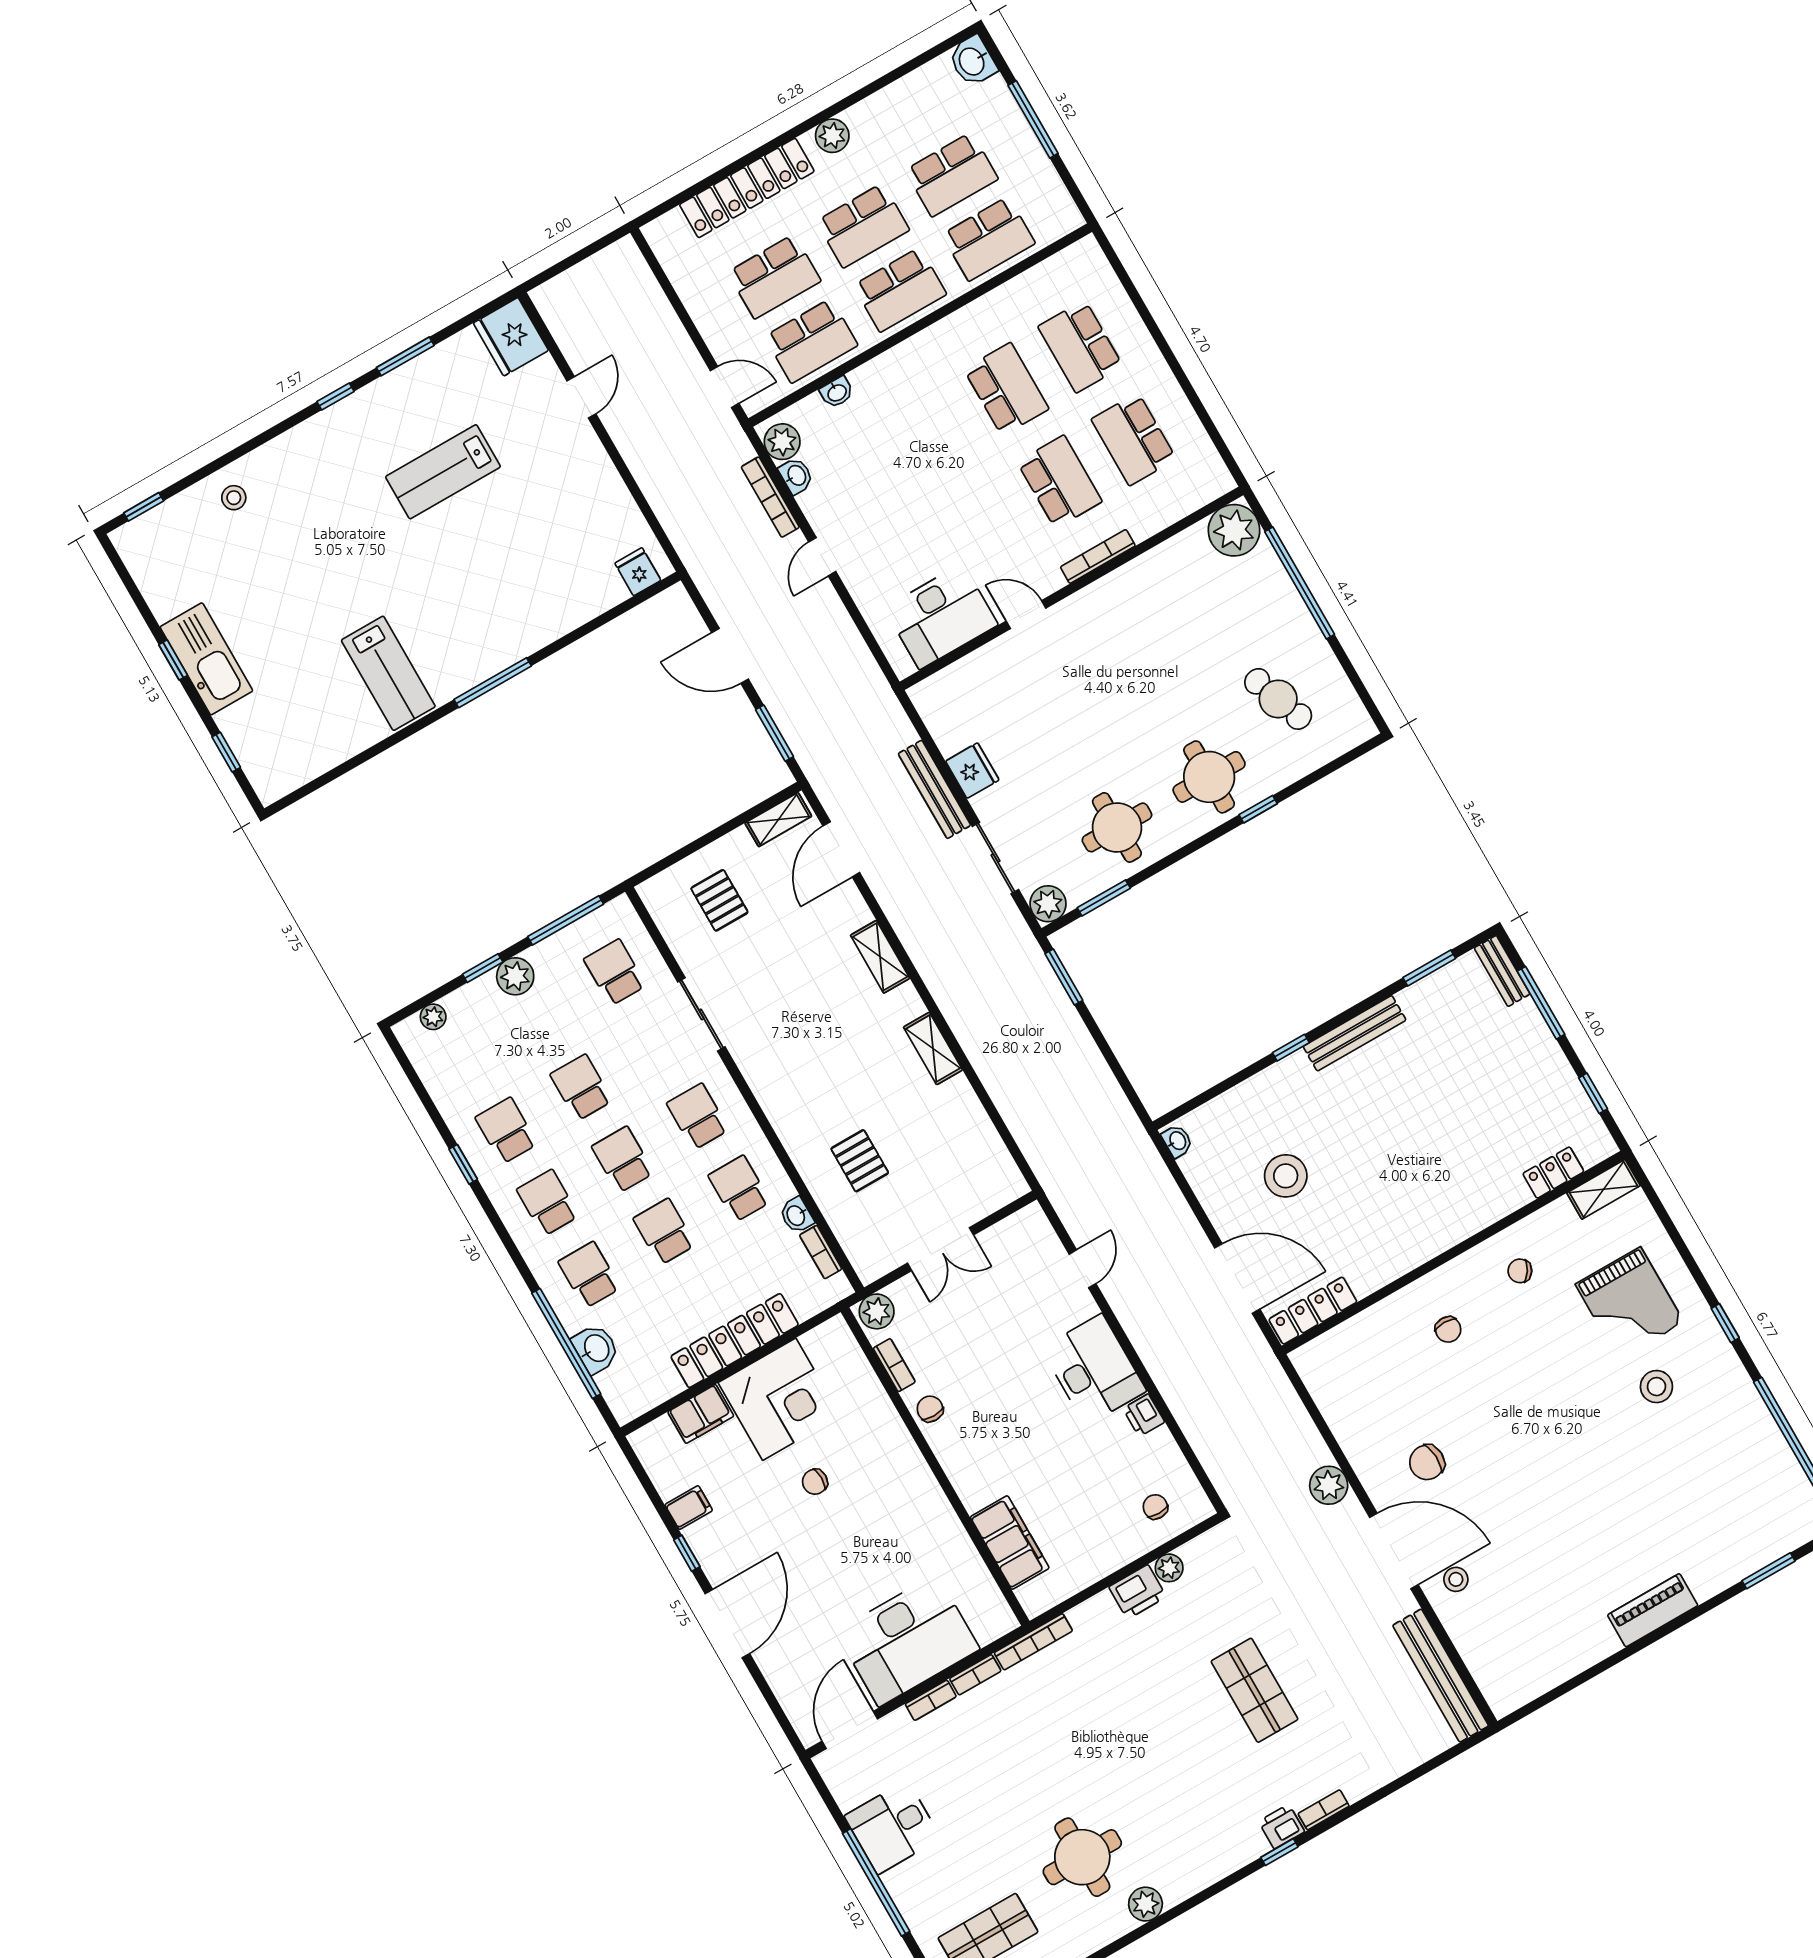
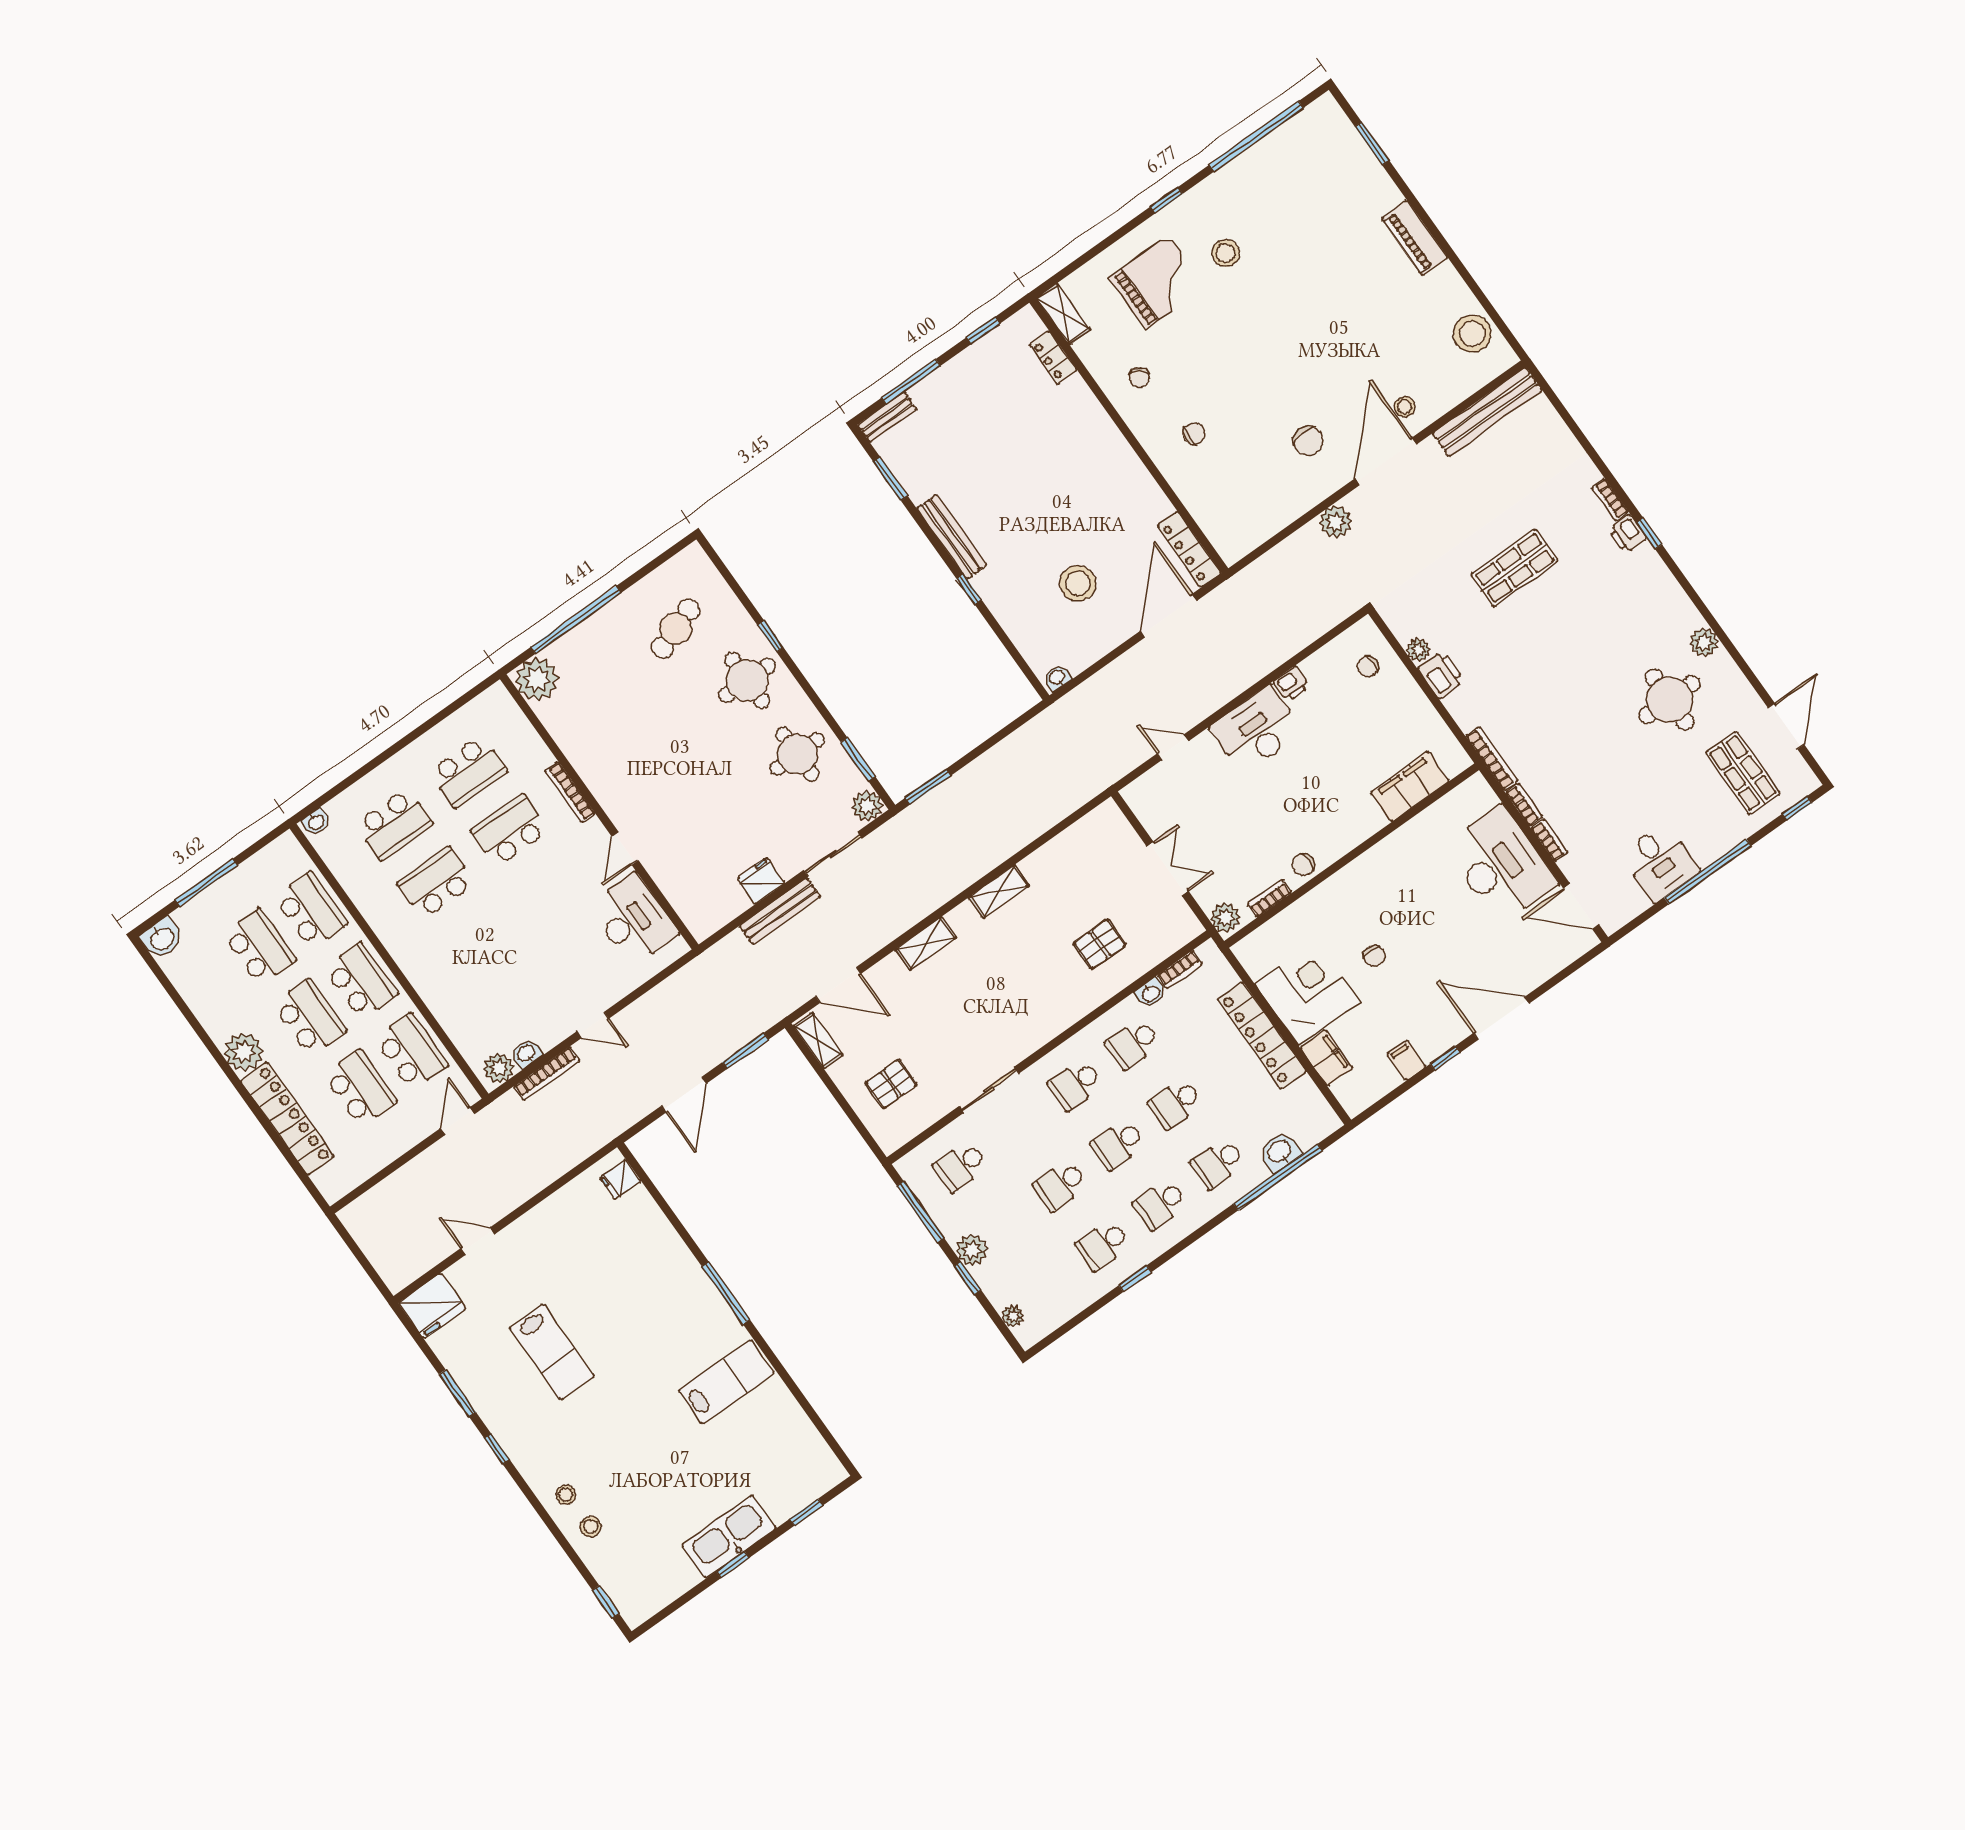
plant: (832, 136) -> (244, 1052), width x1.36, depth x1.36
washbasin: (837, 392) -> (316, 822), moved, turned 90
stool: (274, 472) -> (566, 1495), added
stool: (1534, 1667) -> (1472, 334), added

